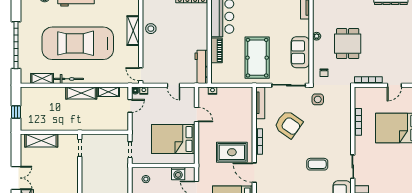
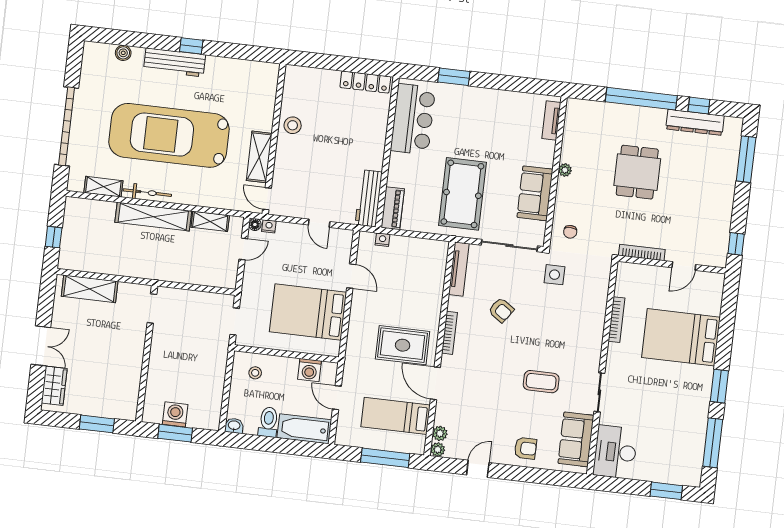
shelving: (133, 31) -> (259, 157), moved
dining table: (348, 44) -> (637, 172), moved
piano: (216, 50) -> (393, 208), moved
shelving: (81, 93) -> (153, 217), width x1.47
armchair: (288, 124) -> (501, 310), width x0.53, depth x0.53

